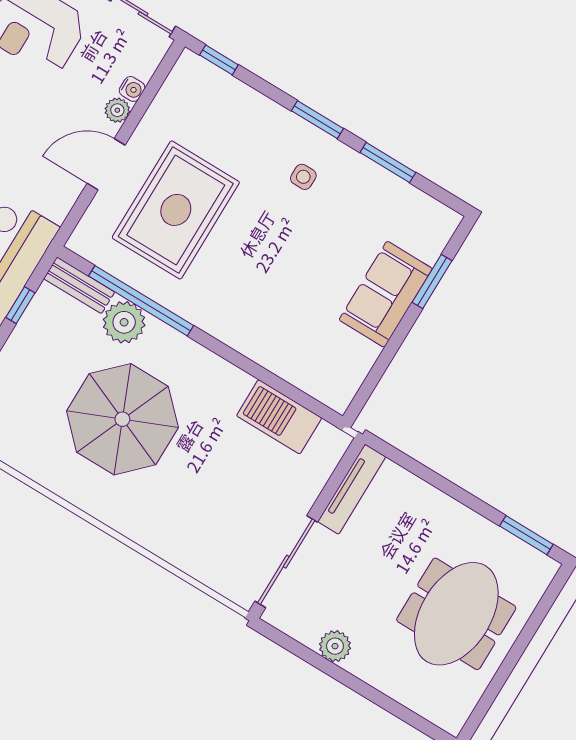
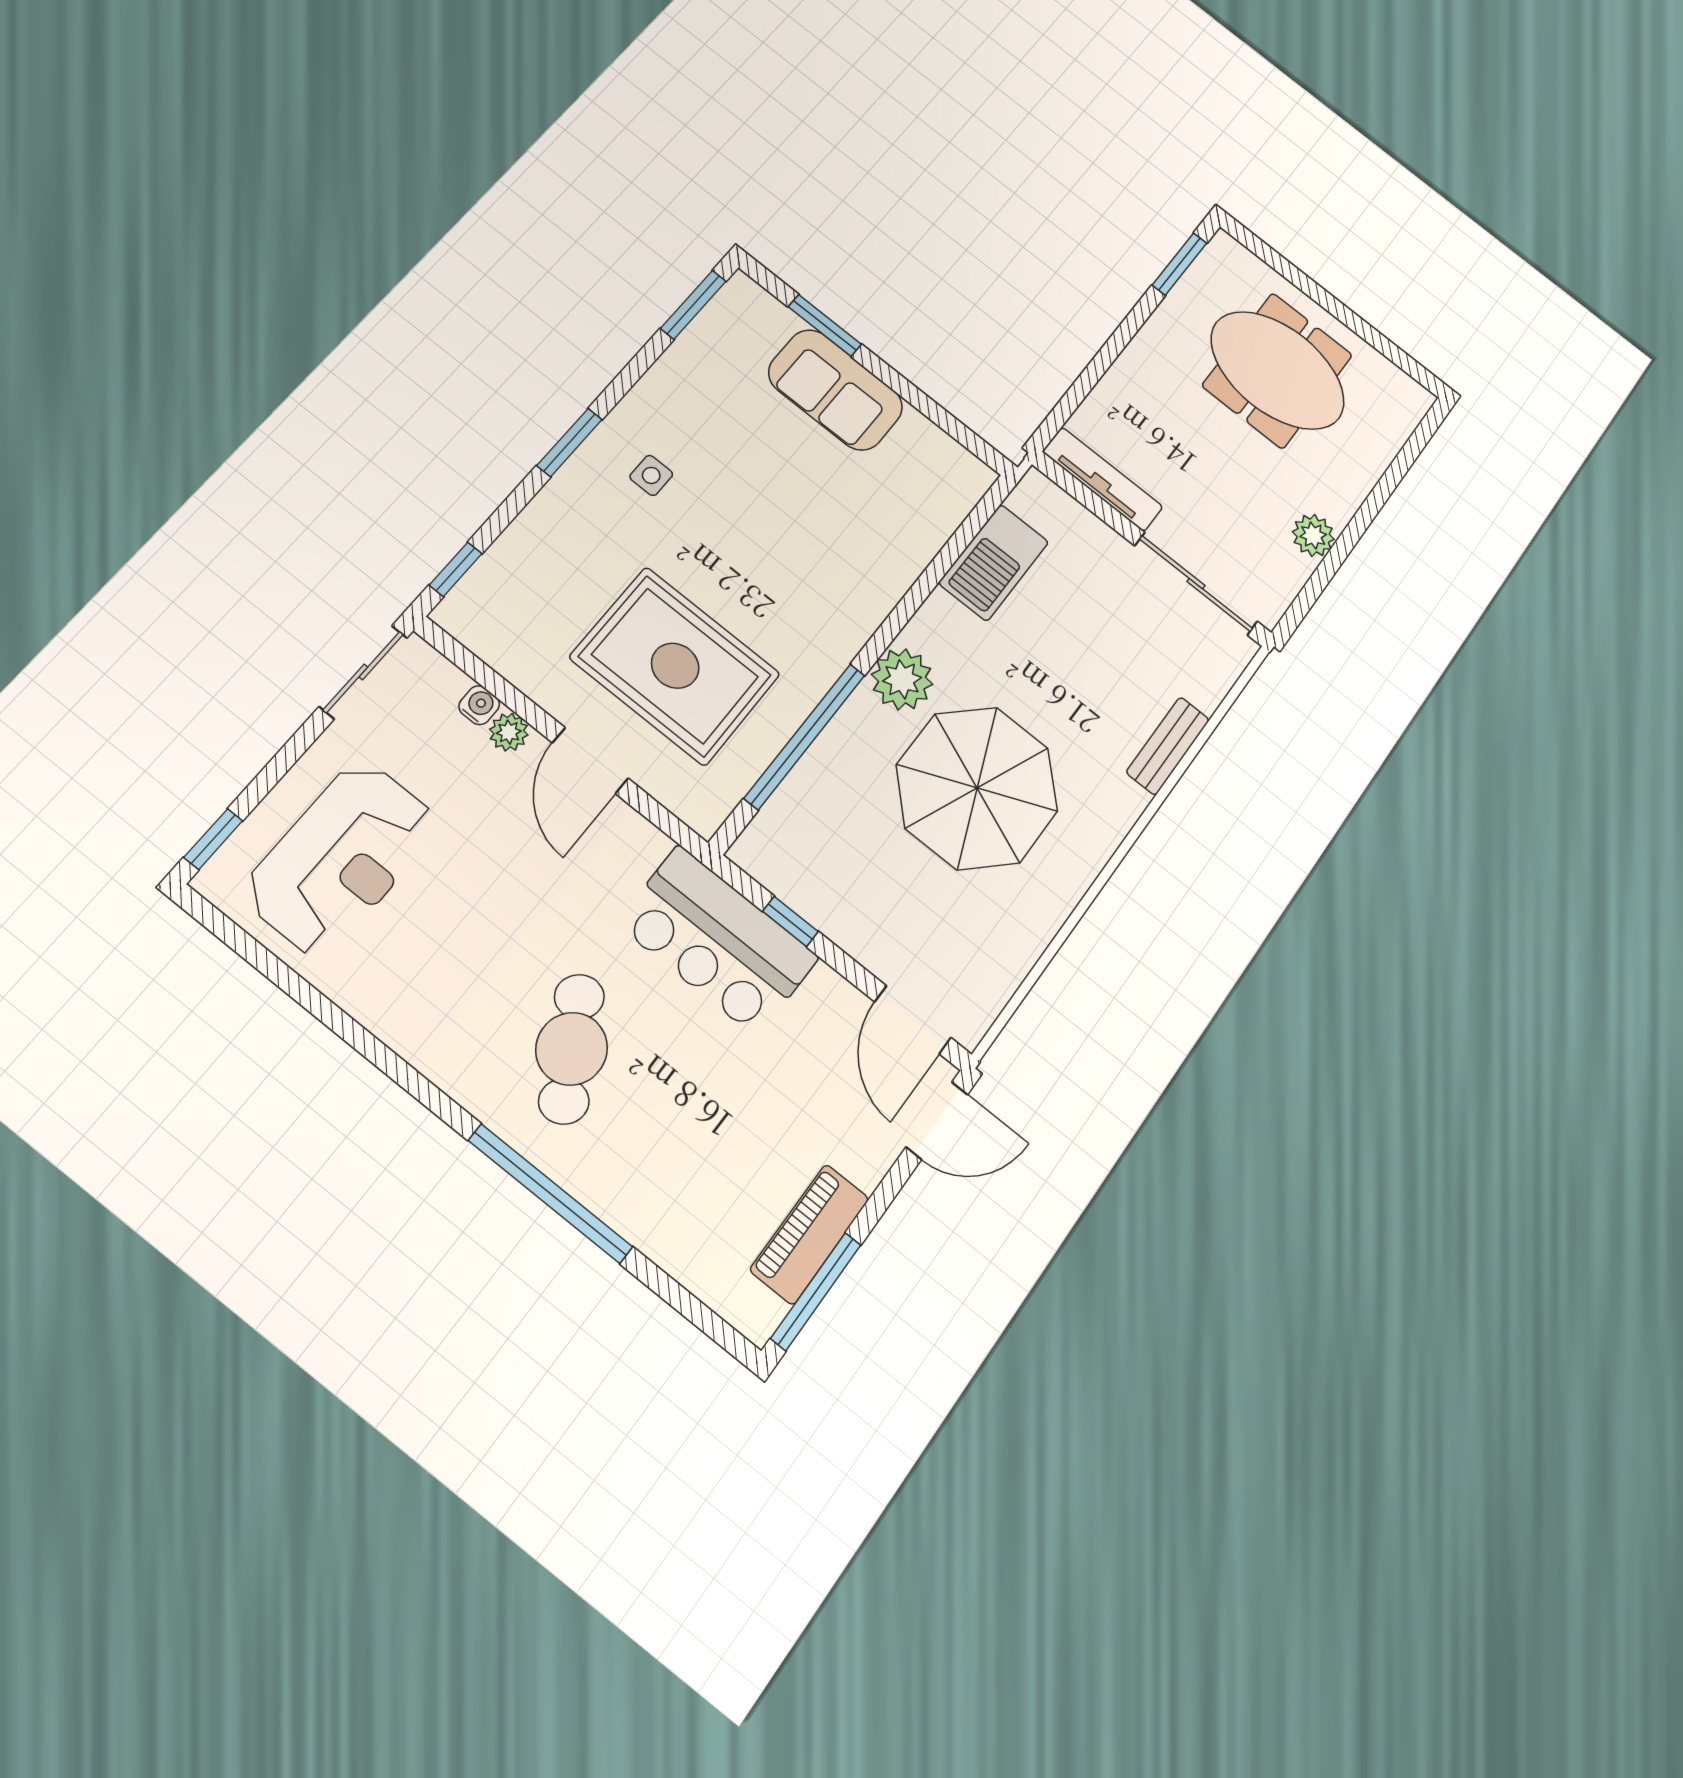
window: (388, 162) -> (693, 305), moved
bench: (79, 285) -> (1168, 746), moved
plant: (124, 322) -> (902, 679), moved

